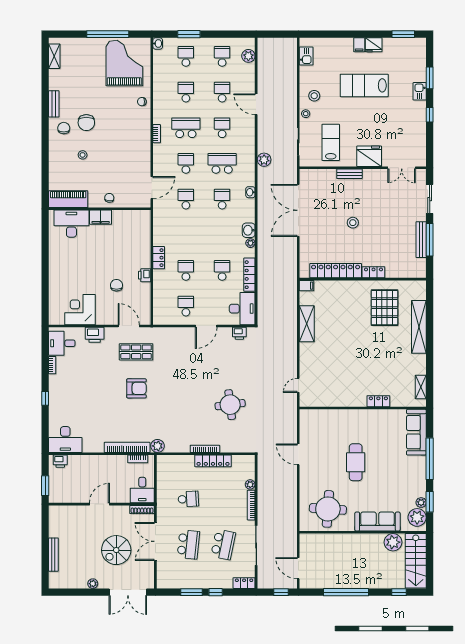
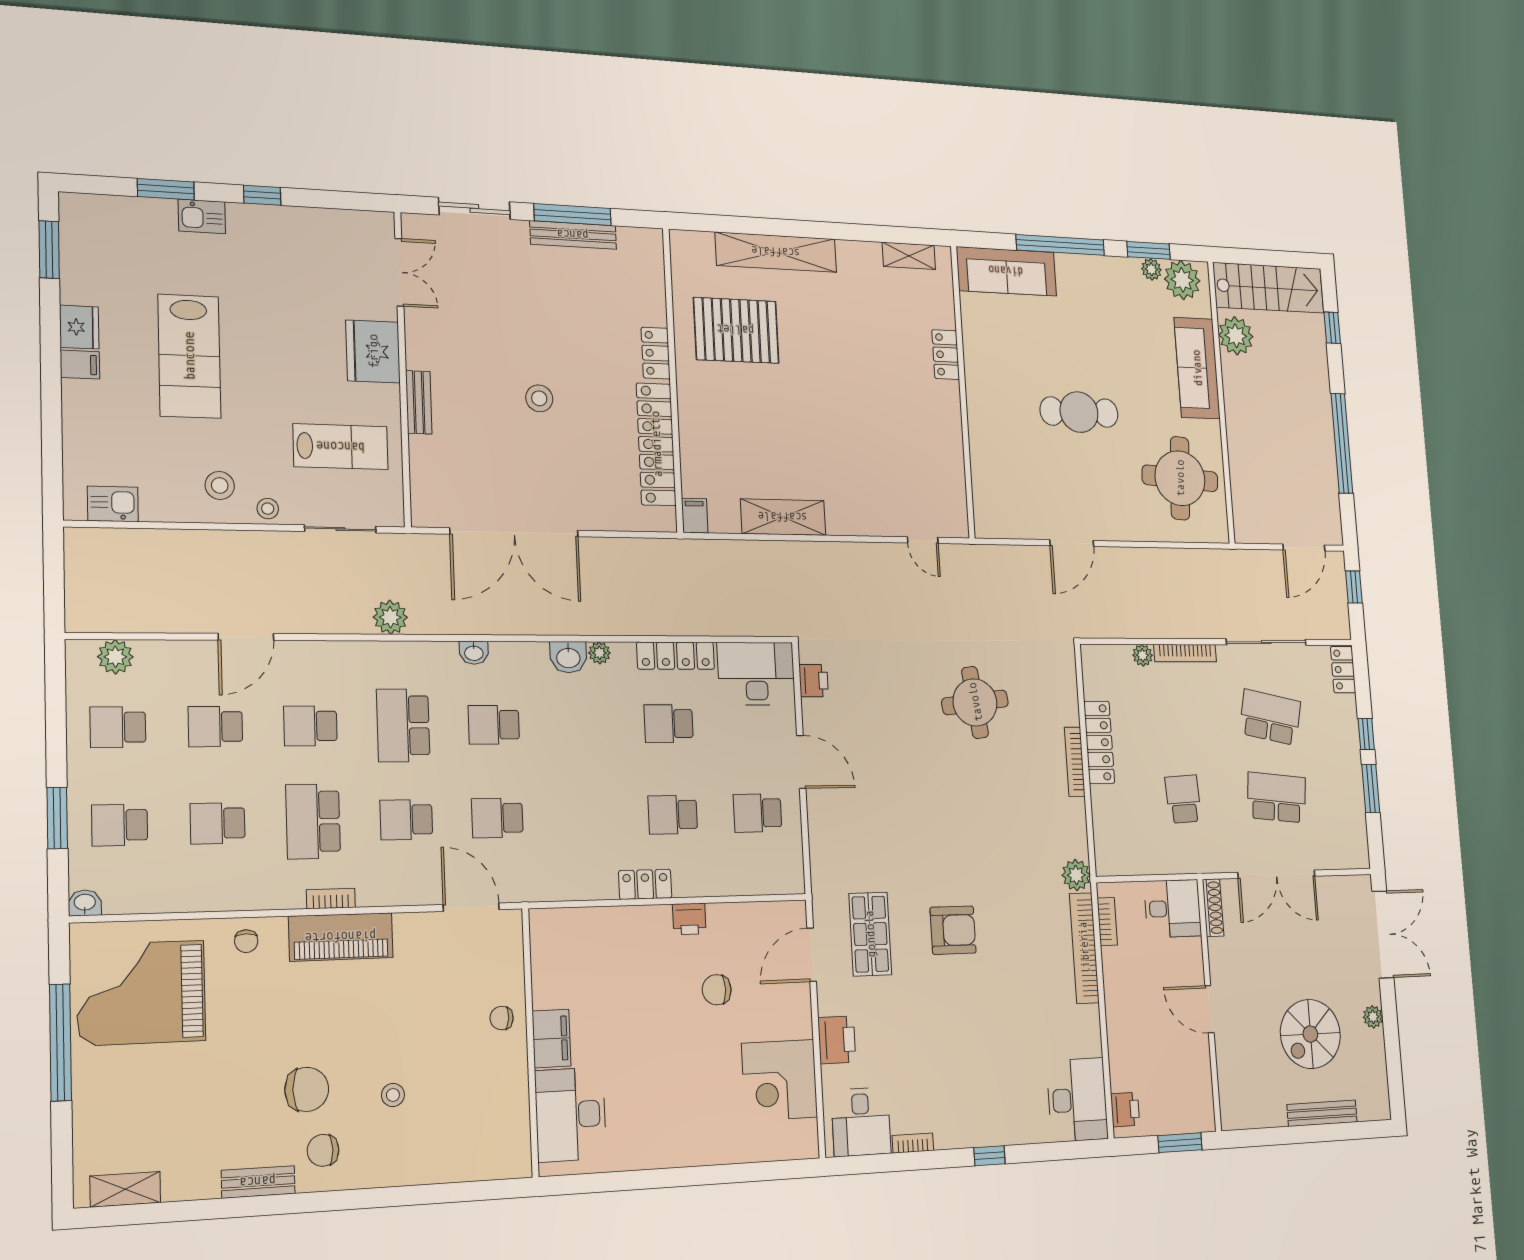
lab bench: (331, 142) -> (341, 447), turned 180
piano: (68, 199) -> (341, 937), moved, turned -90
armchair: (136, 388) -> (953, 930), turned 90
spiral stairs: (116, 550) -> (1310, 1034), moved, turned 90

